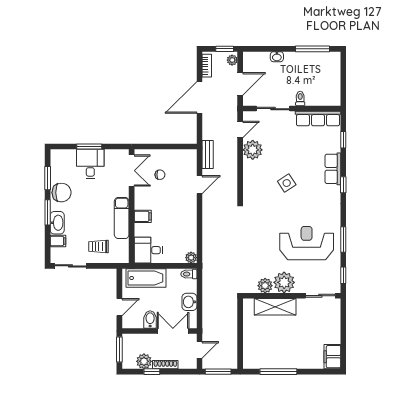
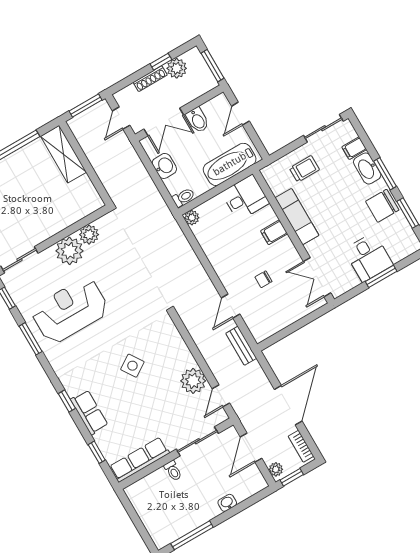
chair: (160, 175) -> (263, 279), moved
reception desk: (307, 243) -> (70, 310), turned 180
shelving: (275, 307) -> (63, 154), moved, turned 90

